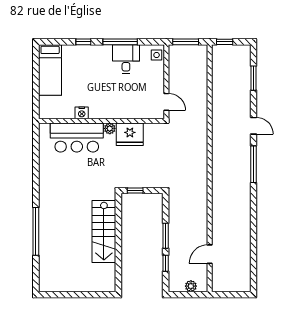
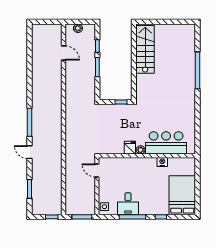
bed: (50, 70) -> (182, 195), width x1.50
fridge: (130, 134) -> (130, 148), width x0.53, depth x0.75
stairs: (104, 232) -> (145, 49), moved
door: (210, 254) -> (63, 53), hinge flipped

